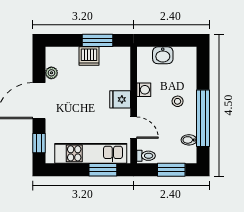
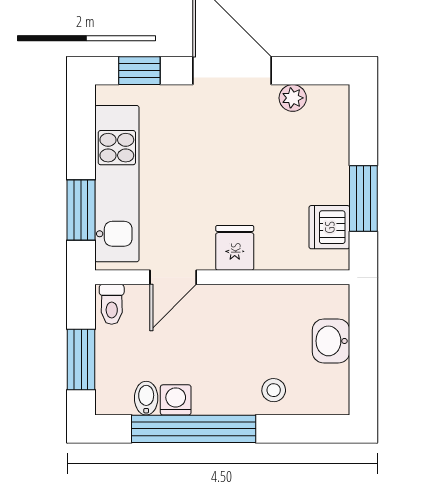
dishwasher: (89, 56) -> (329, 227), moved
washing machine: (144, 90) -> (176, 400), moved, turned 180
stool: (178, 101) -> (274, 390), moved

